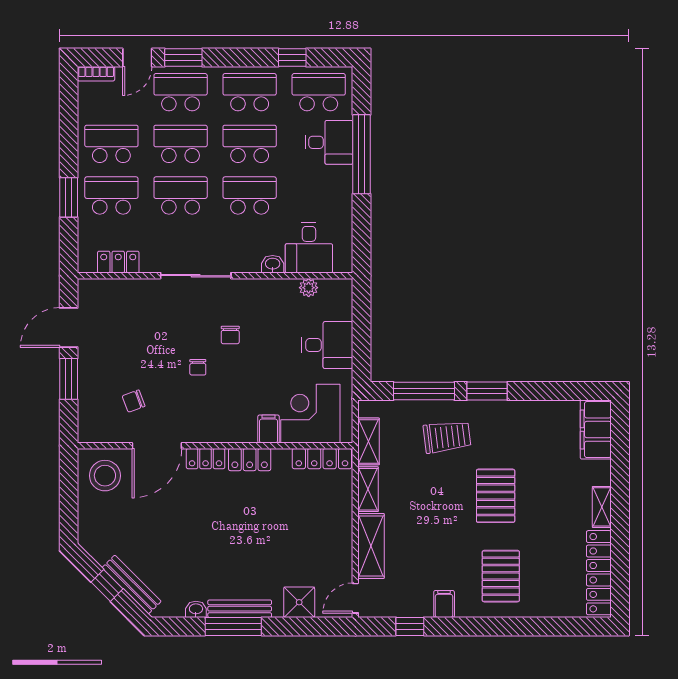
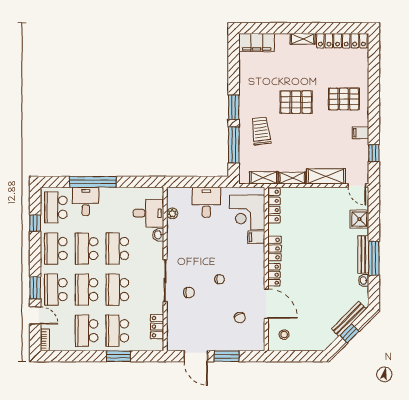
chair: (230, 335) -> (189, 293), moved
stool: (105, 476) -> (284, 335), width x0.53, depth x0.53

